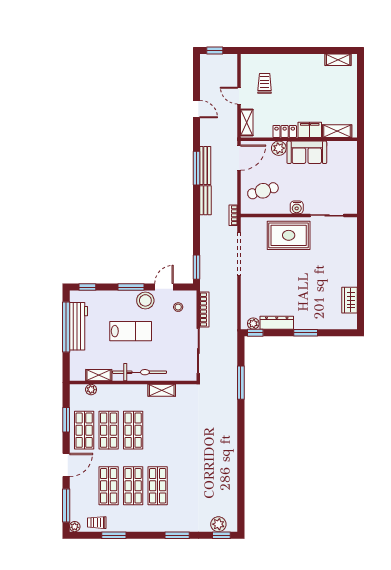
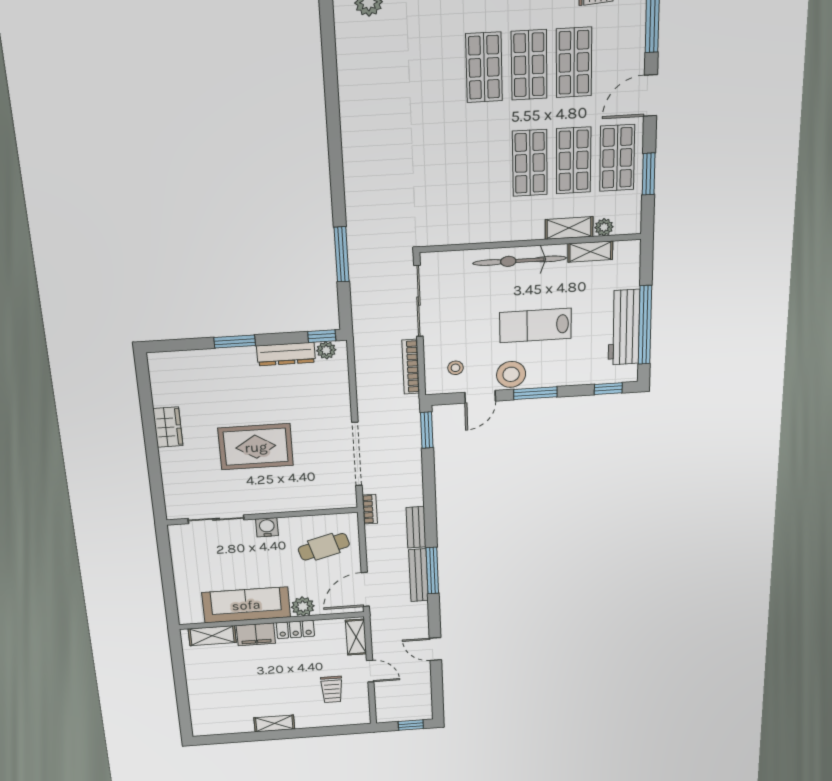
shelving: (338, 60) -> (274, 724), moved
sofa: (307, 152) -> (246, 605), width x1.36
rug: (289, 235) -> (256, 447), moved
wardrobe: (350, 300) -> (168, 427), moved
shelving: (162, 390) -> (569, 228), moved

